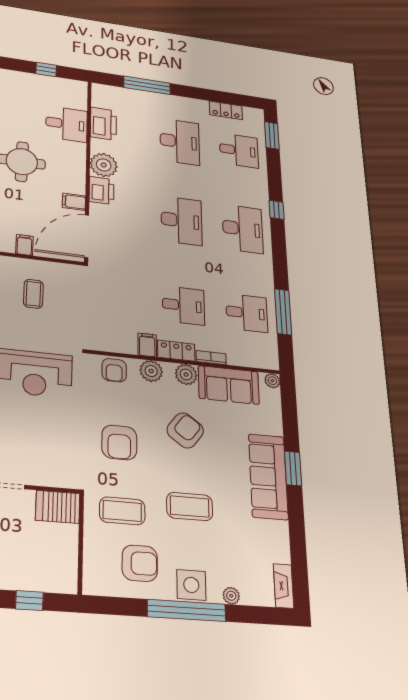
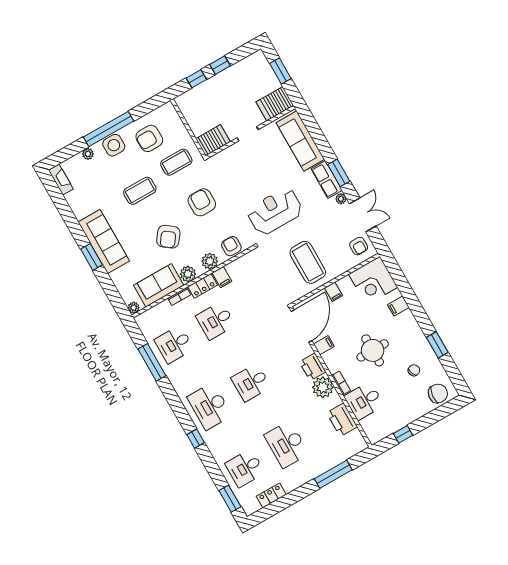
bookcase: (80, 156) -> (341, 383), added
desk: (182, 221) -> (251, 383), width x0.73
coffee table: (33, 294) -> (308, 262), width x1.86, depth x1.72

